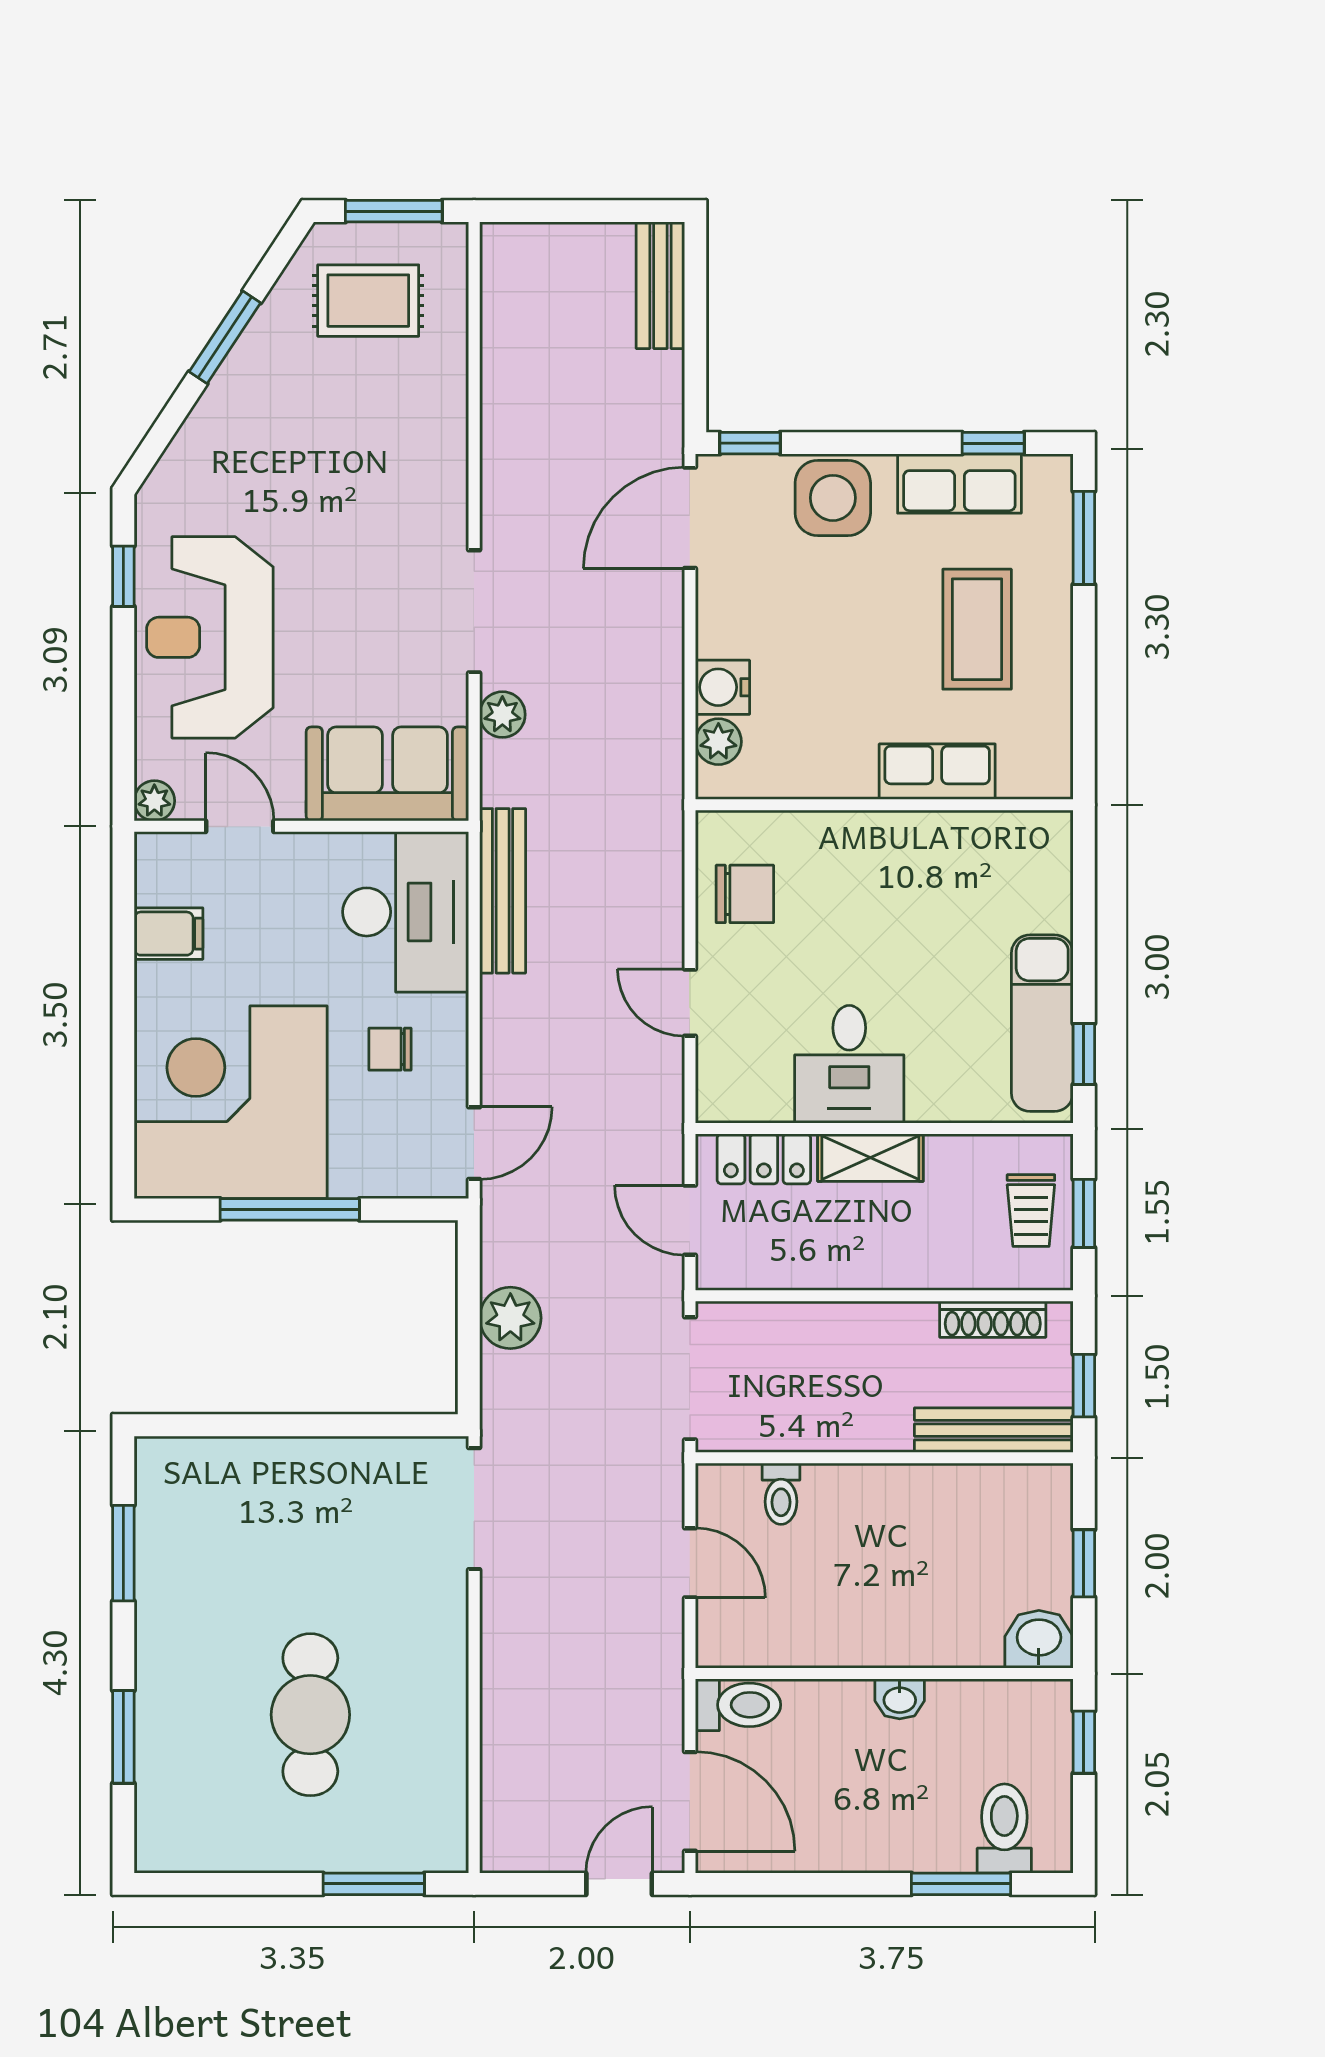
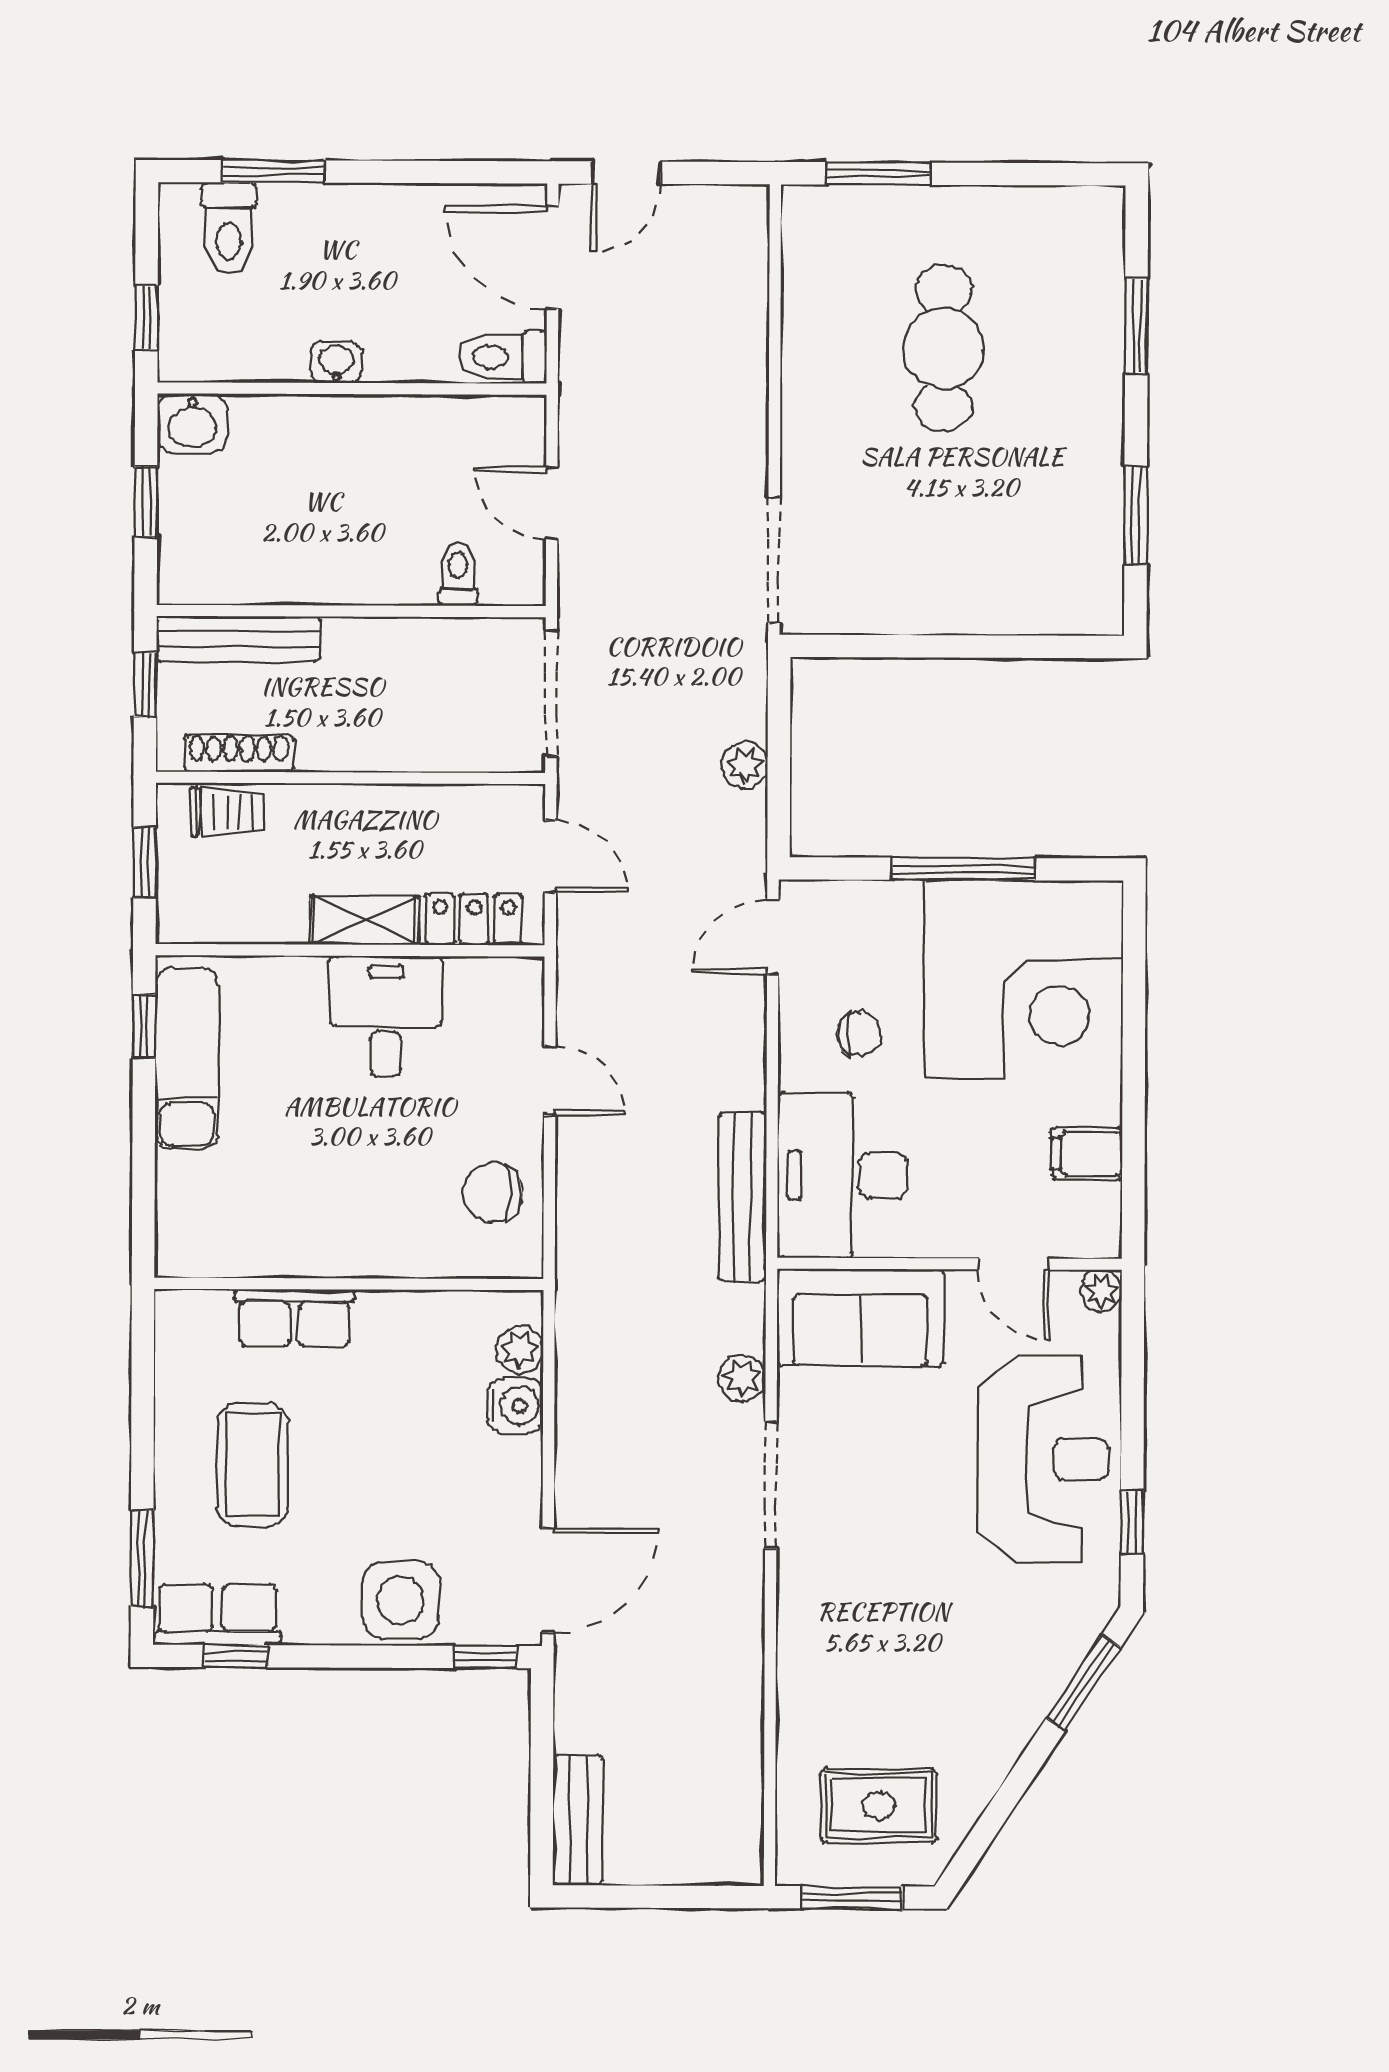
window: (225, 337) -> (1083, 1683), moved
row of seats: (959, 484) -> (218, 1614), moved
trolley: (1031, 1211) -> (228, 812), moved, turned 90
plant: (510, 1318) -> (745, 765), width x0.73, depth x0.73

